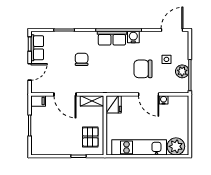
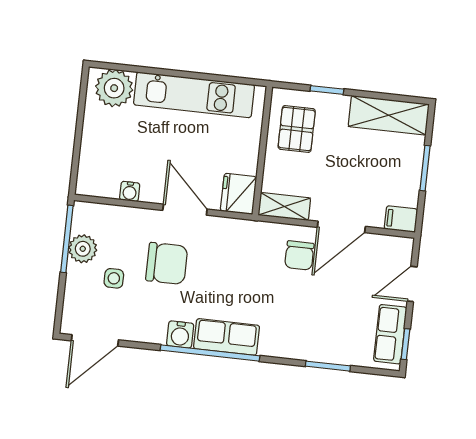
chair: (82, 59) -> (299, 255), moved
door: (65, 94) -> (341, 227), swing flipped
door: (149, 94) -> (185, 210), moved
shelving: (49, 148) -> (389, 115), added

